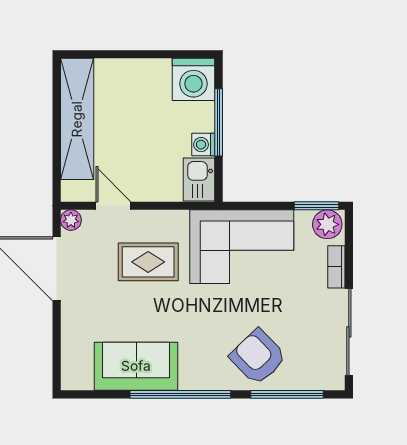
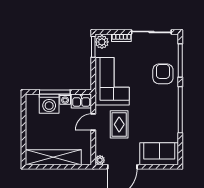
washing machine: (193, 79) -> (49, 104), moved, turned 90
door: (113, 206) -> (93, 122), moved
armchair: (258, 357) -> (163, 74), turned 134
sofa: (136, 366) -> (159, 154), moved, turned 90

